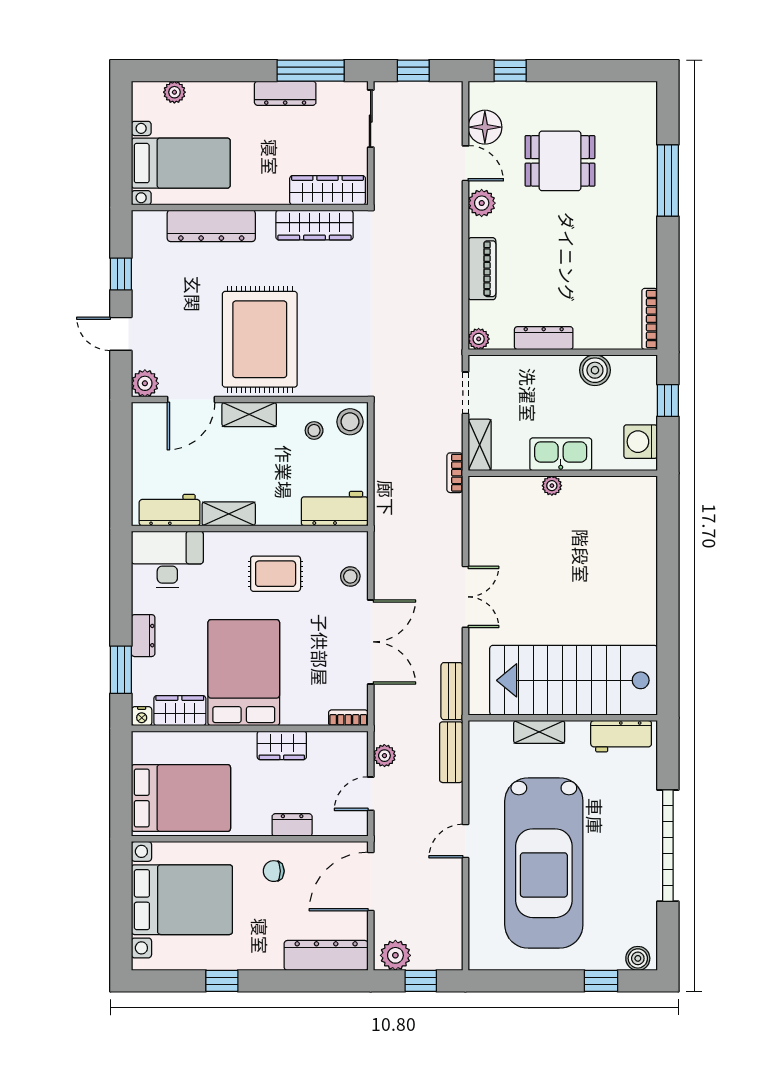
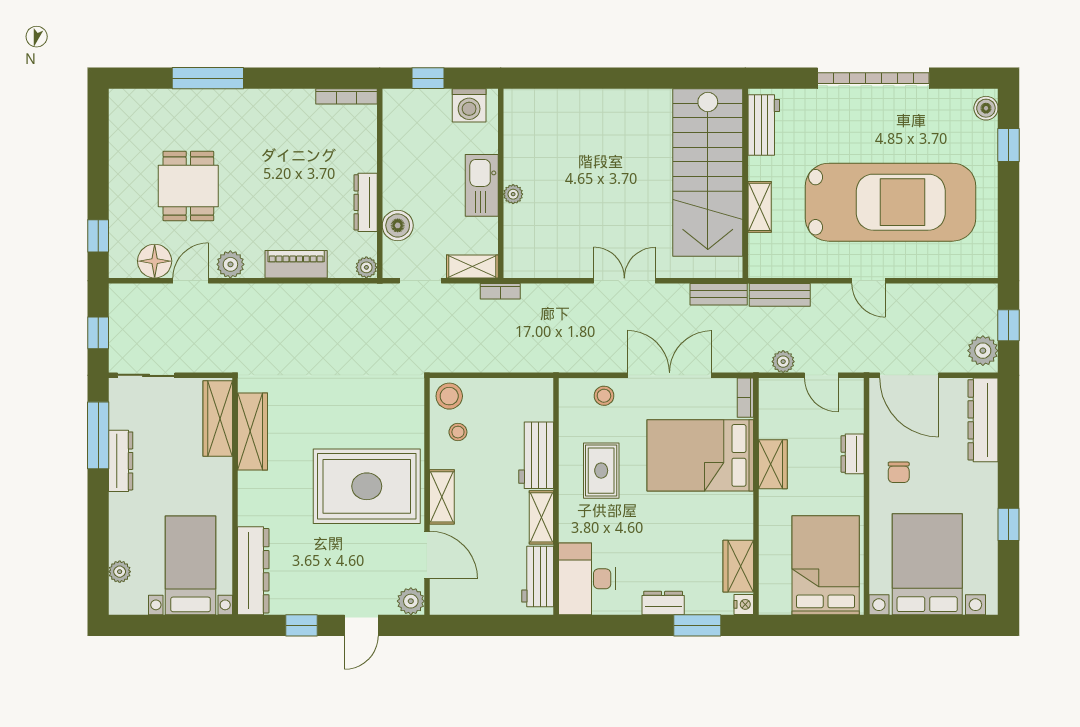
dresser: (211, 226) -> (253, 571), moved
boiler: (595, 370) -> (398, 225), moved
workbench: (335, 509) -> (536, 455), moved
bed: (244, 673) -> (700, 455), moved

